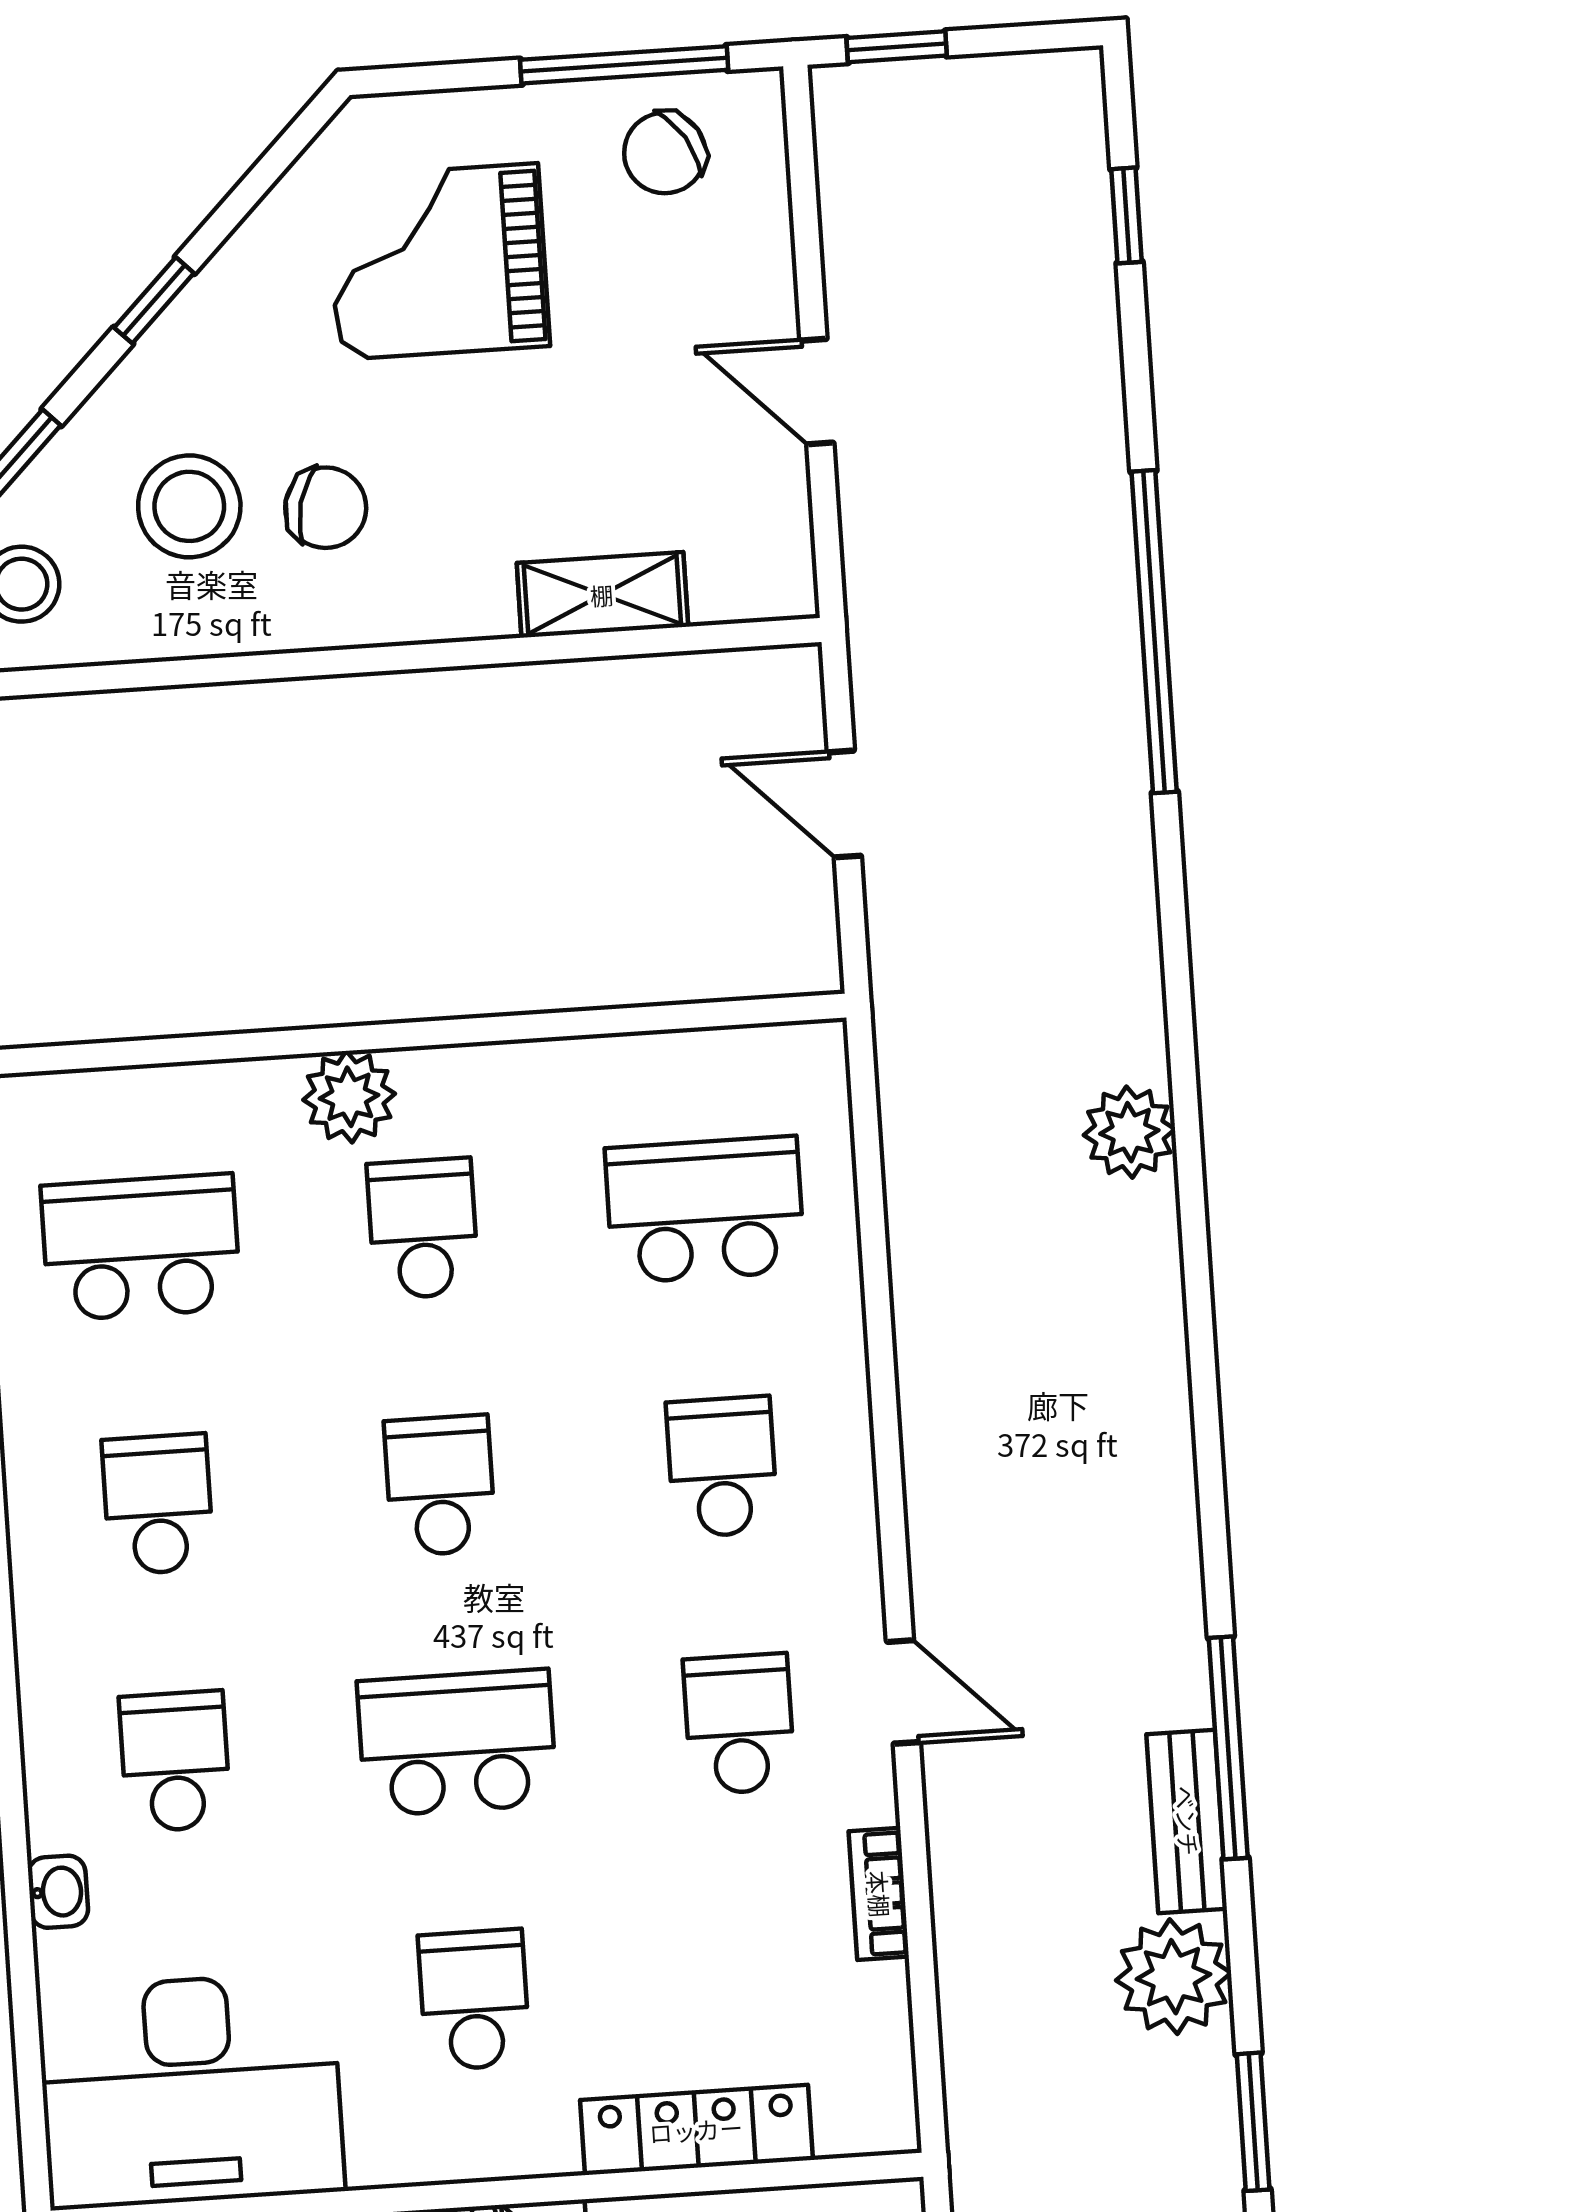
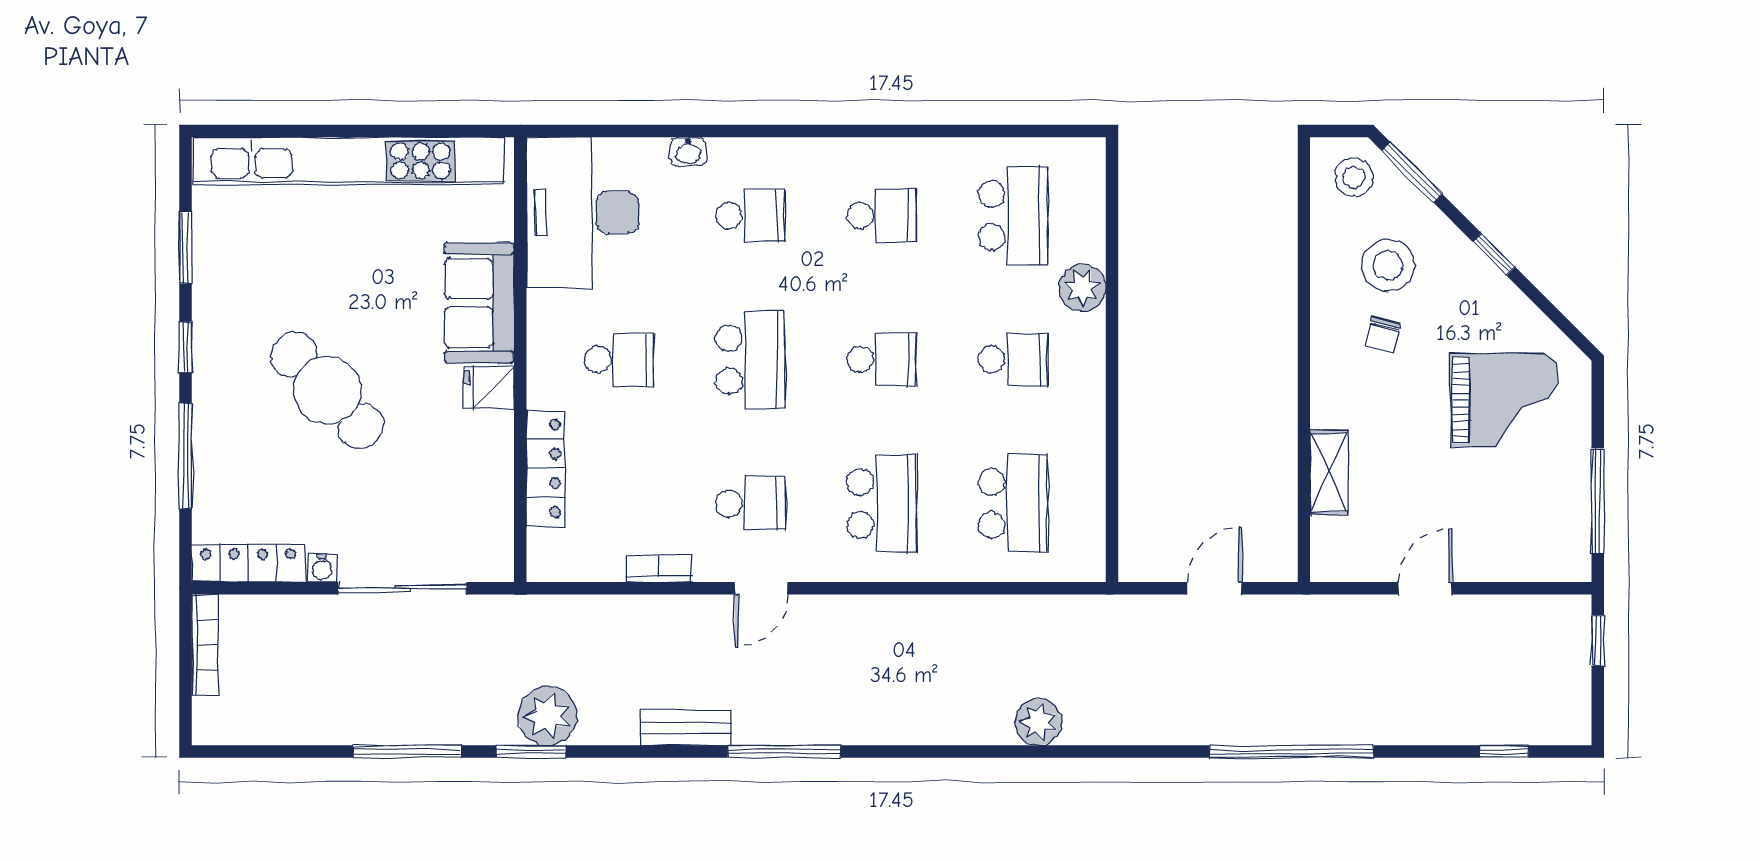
chair: (665, 153) -> (1552, 519), removed
grand piano: (438, 262) -> (1504, 400), turned 90
chair: (326, 508) -> (1383, 335), width x0.73, depth x0.73
plant: (349, 1097) -> (1082, 288), moved
school desk: (722, 1467) -> (882, 504), width x1.85
window: (1228, 1748) -> (784, 751), moved
plant: (1174, 1977) -> (548, 716), moved

